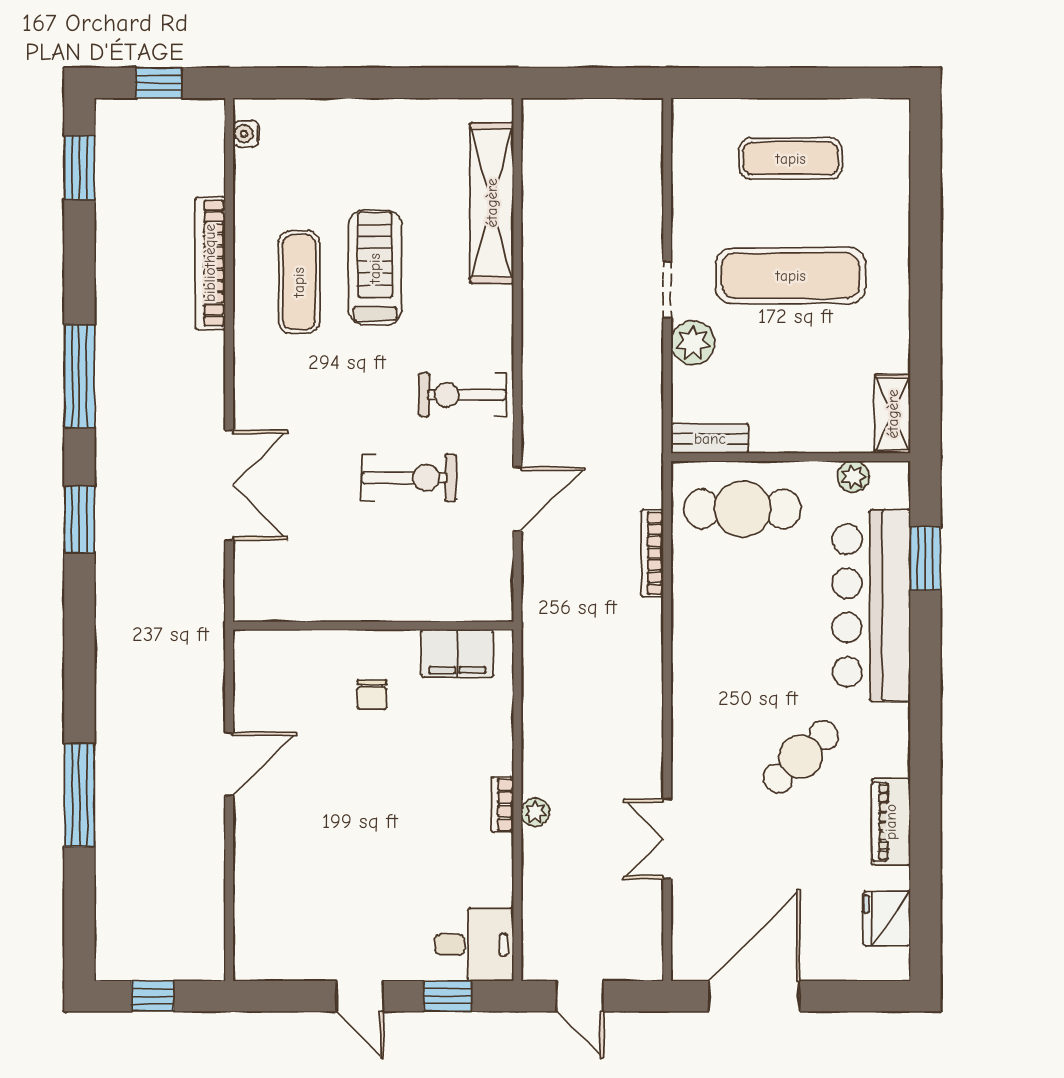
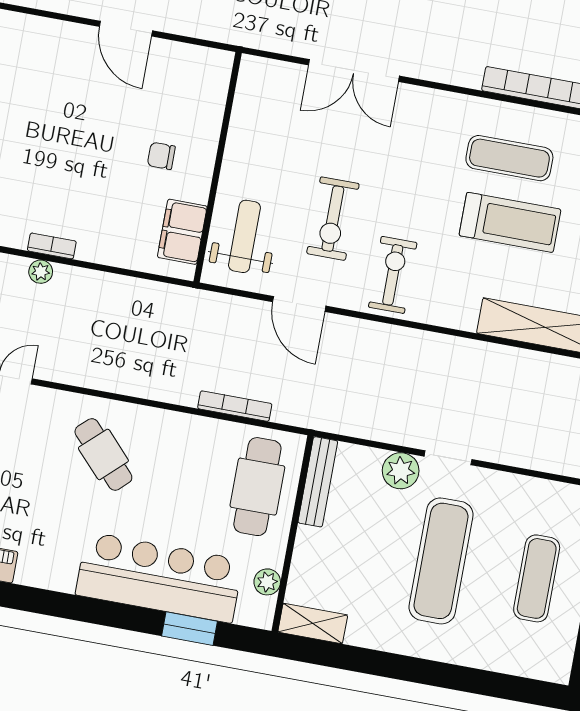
bench: (710, 439) -> (318, 482), width x1.36
weight bench: (449, 579) -> (244, 236), added
cafe table: (801, 757) -> (103, 454), moved

